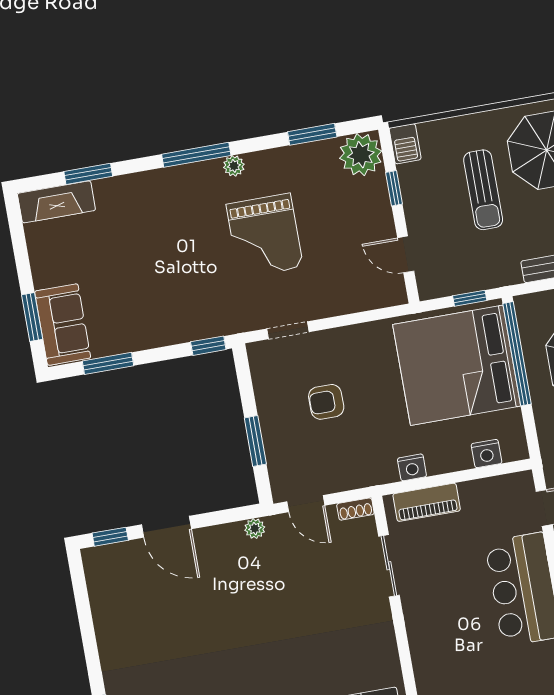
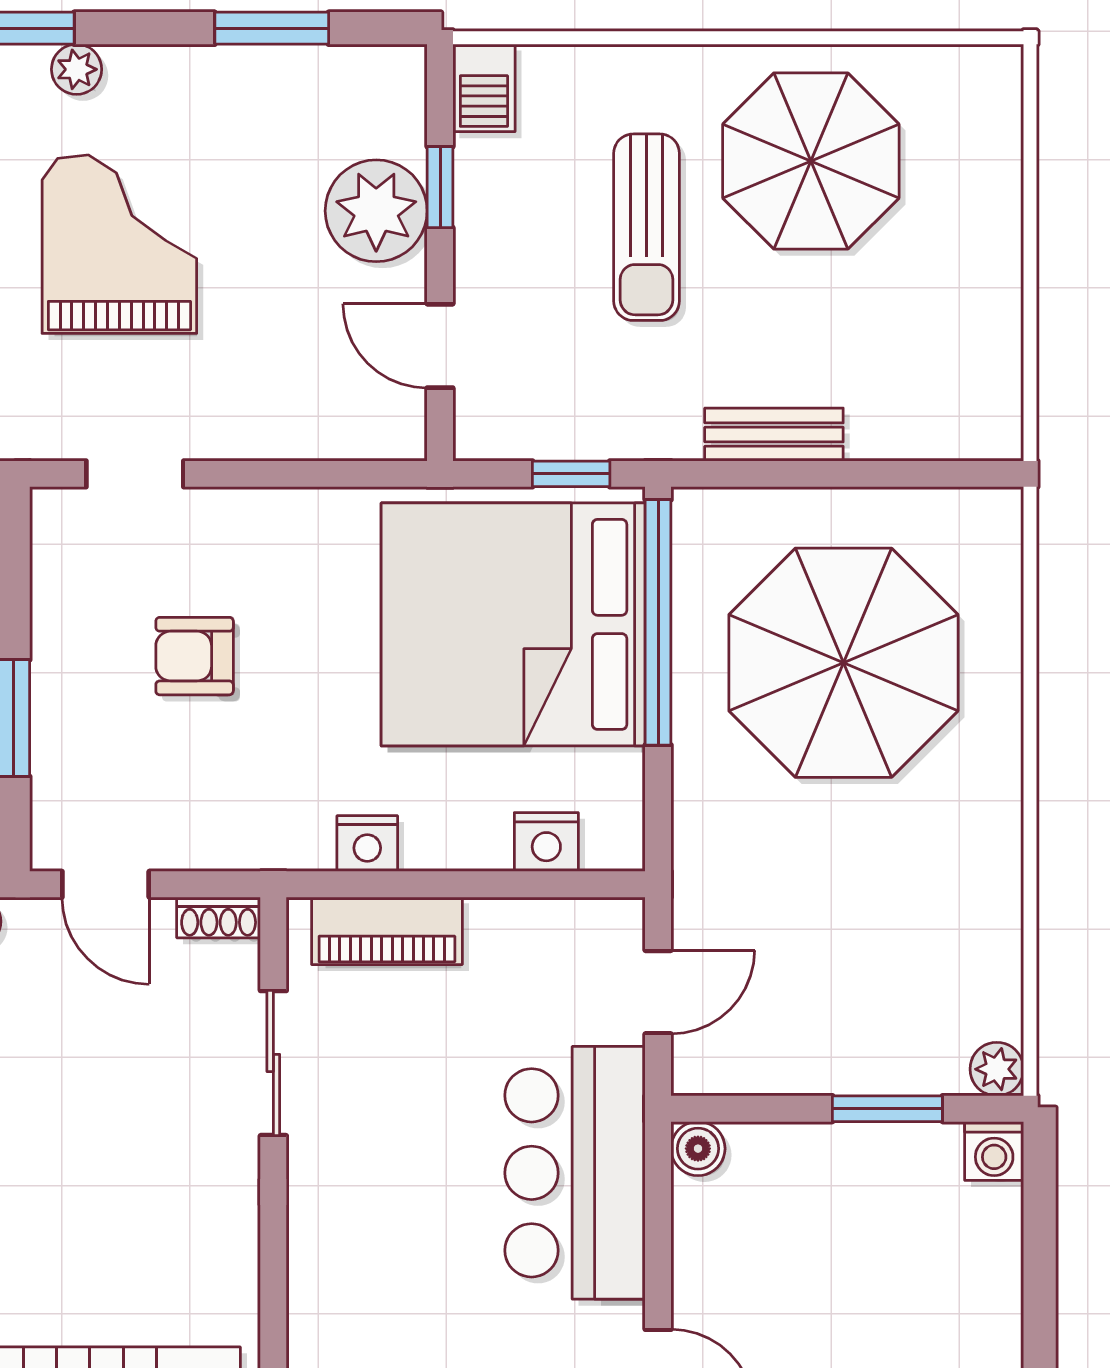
plant: (361, 155) -> (376, 211), moved
grand piano: (265, 236) -> (119, 244), turned 180

